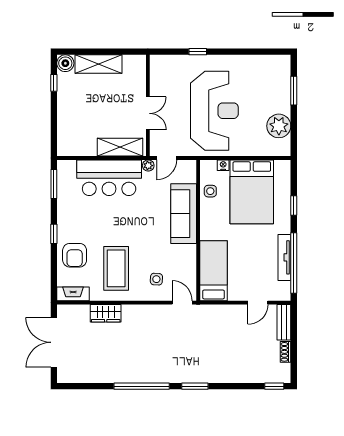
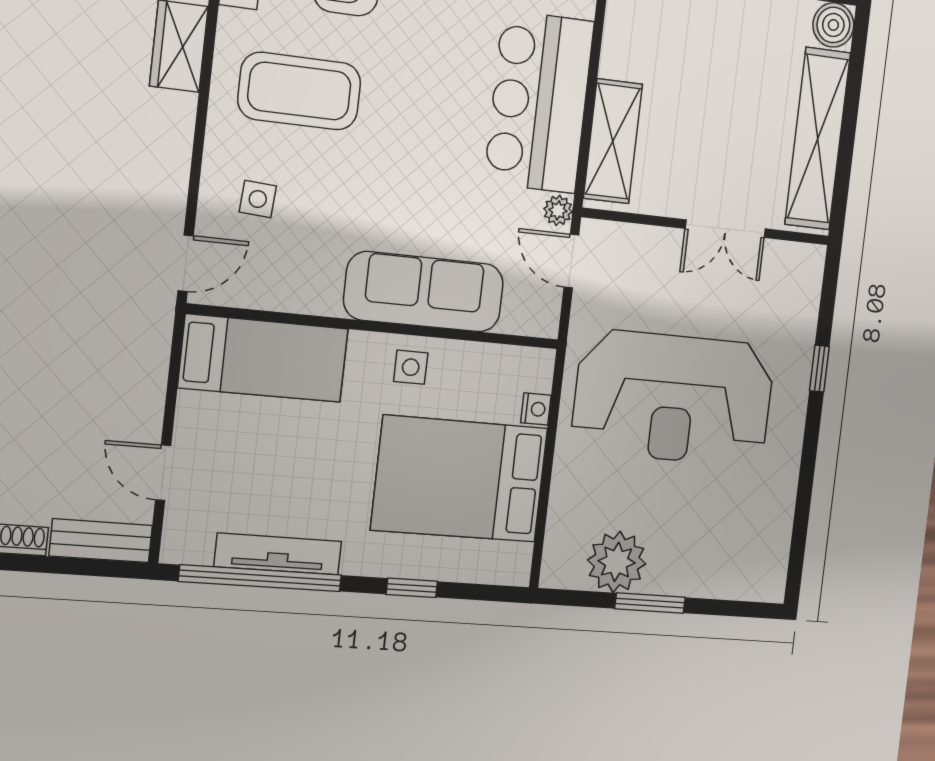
shelving: (98, 64) -> (818, 139), width x1.47
window: (294, 91) -> (650, 603), moved
double door: (148, 113) -> (725, 229), moved
side table: (210, 191) -> (411, 367), moved

